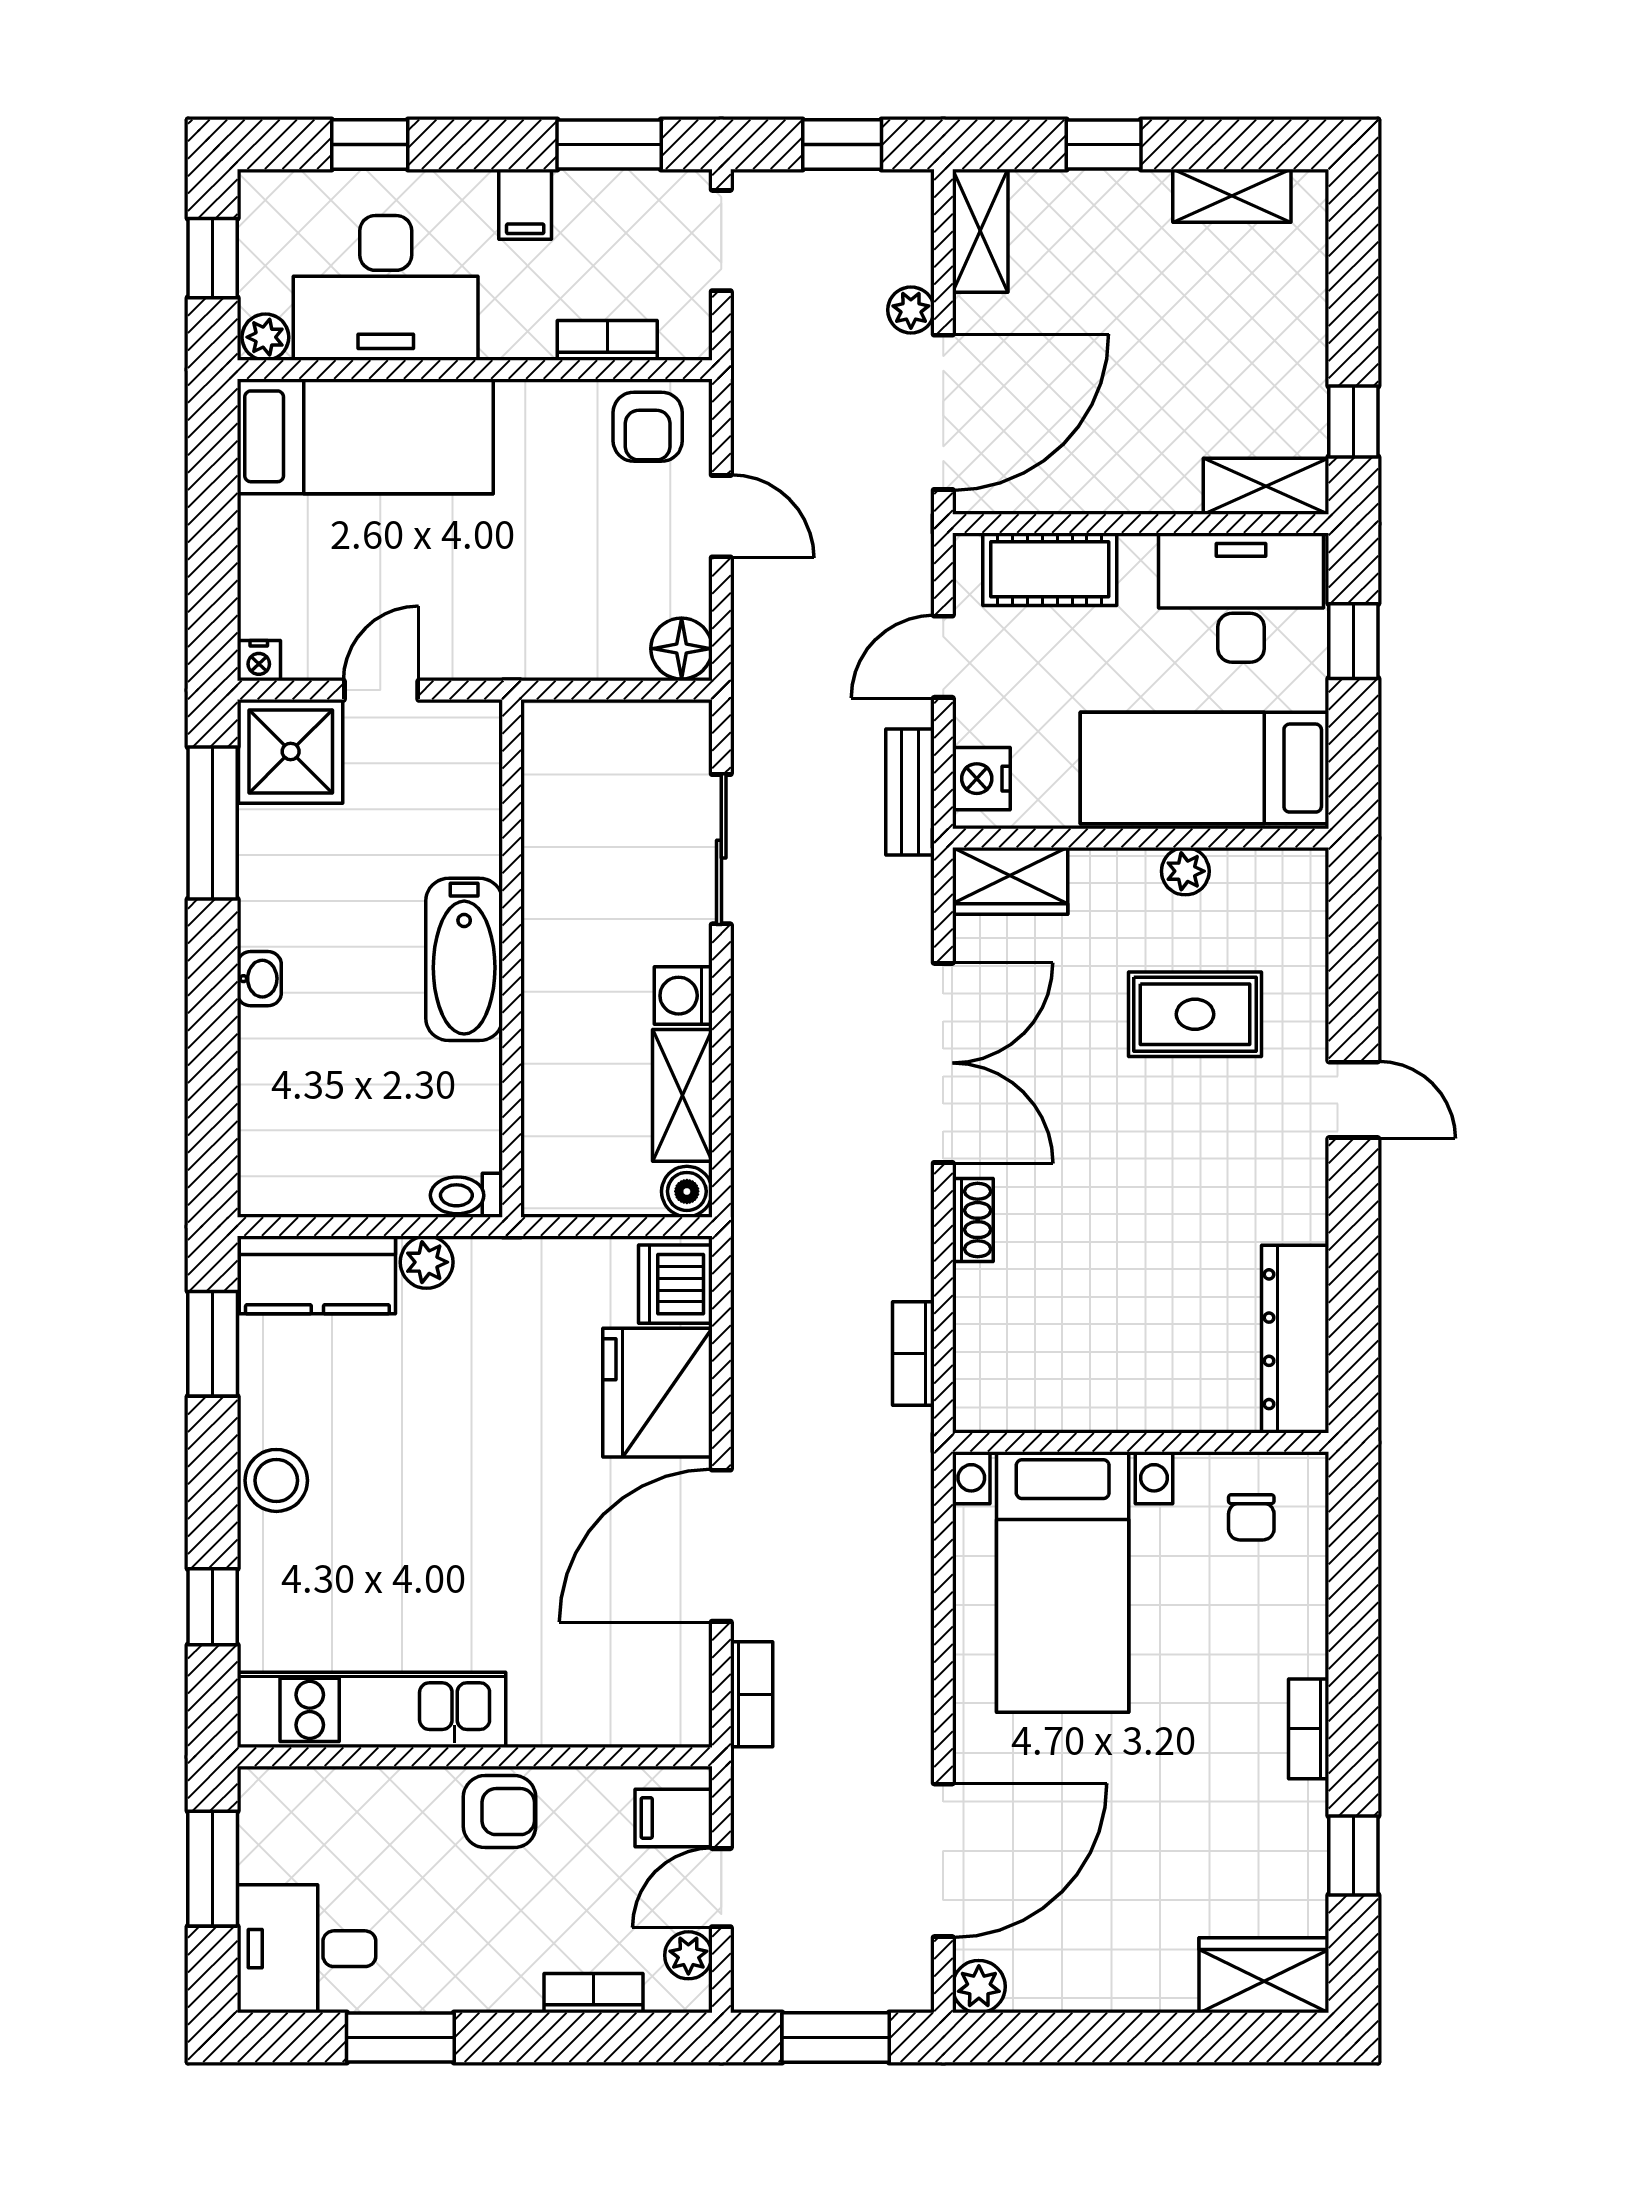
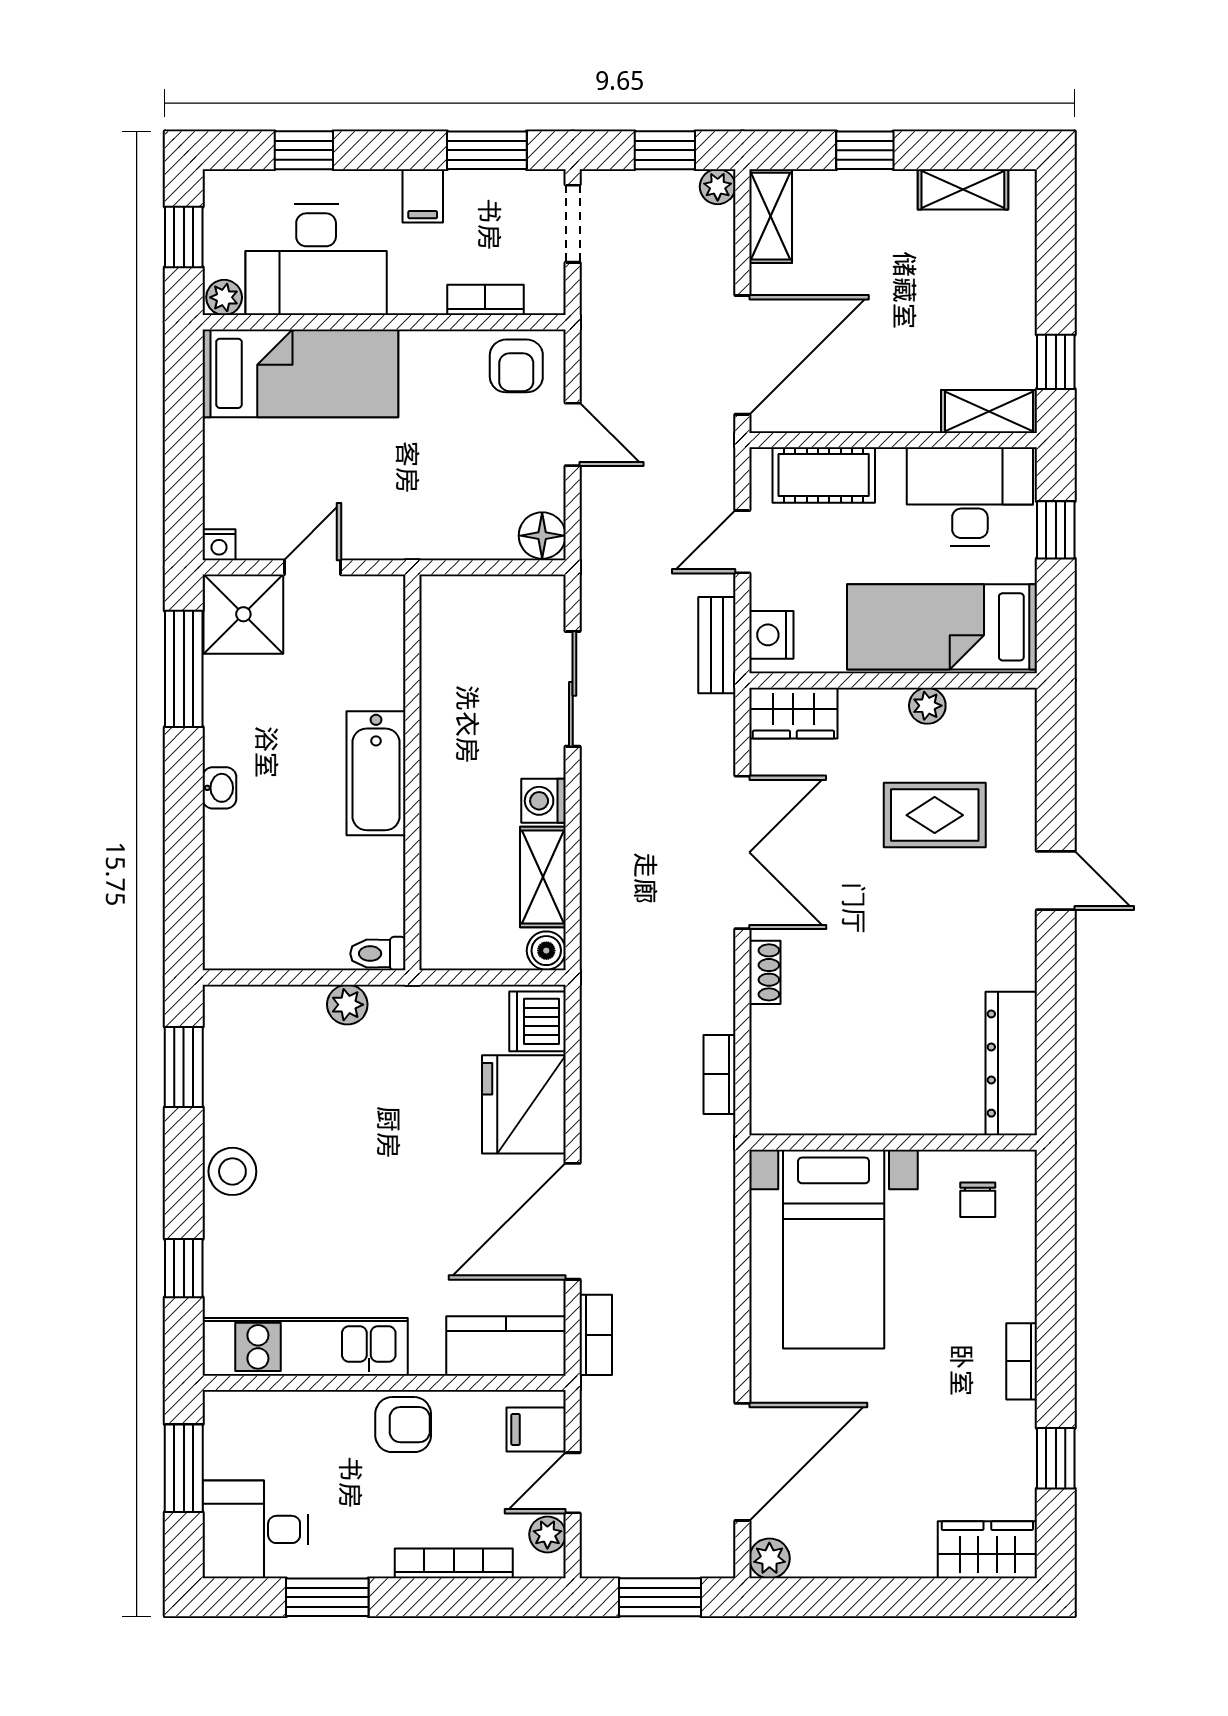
plant: (911, 310) -> (718, 187), moved
kitchen counter: (317, 1275) -> (506, 1346), moved, turned 180
bookcase: (593, 1993) -> (454, 1563), width x1.56

